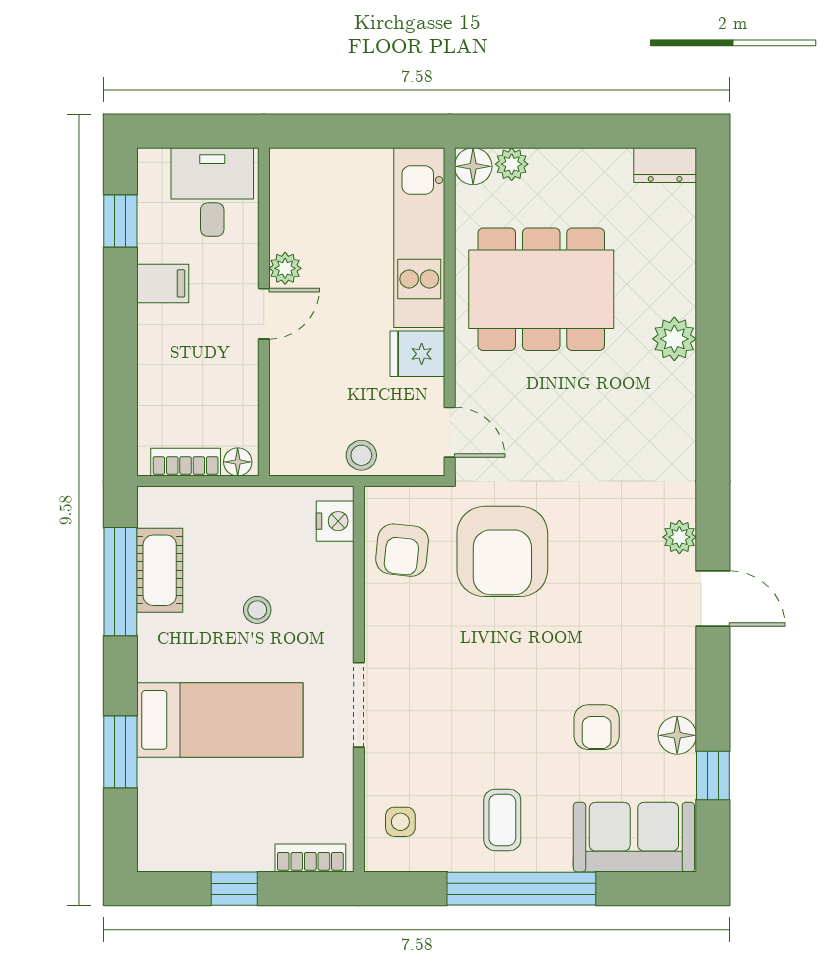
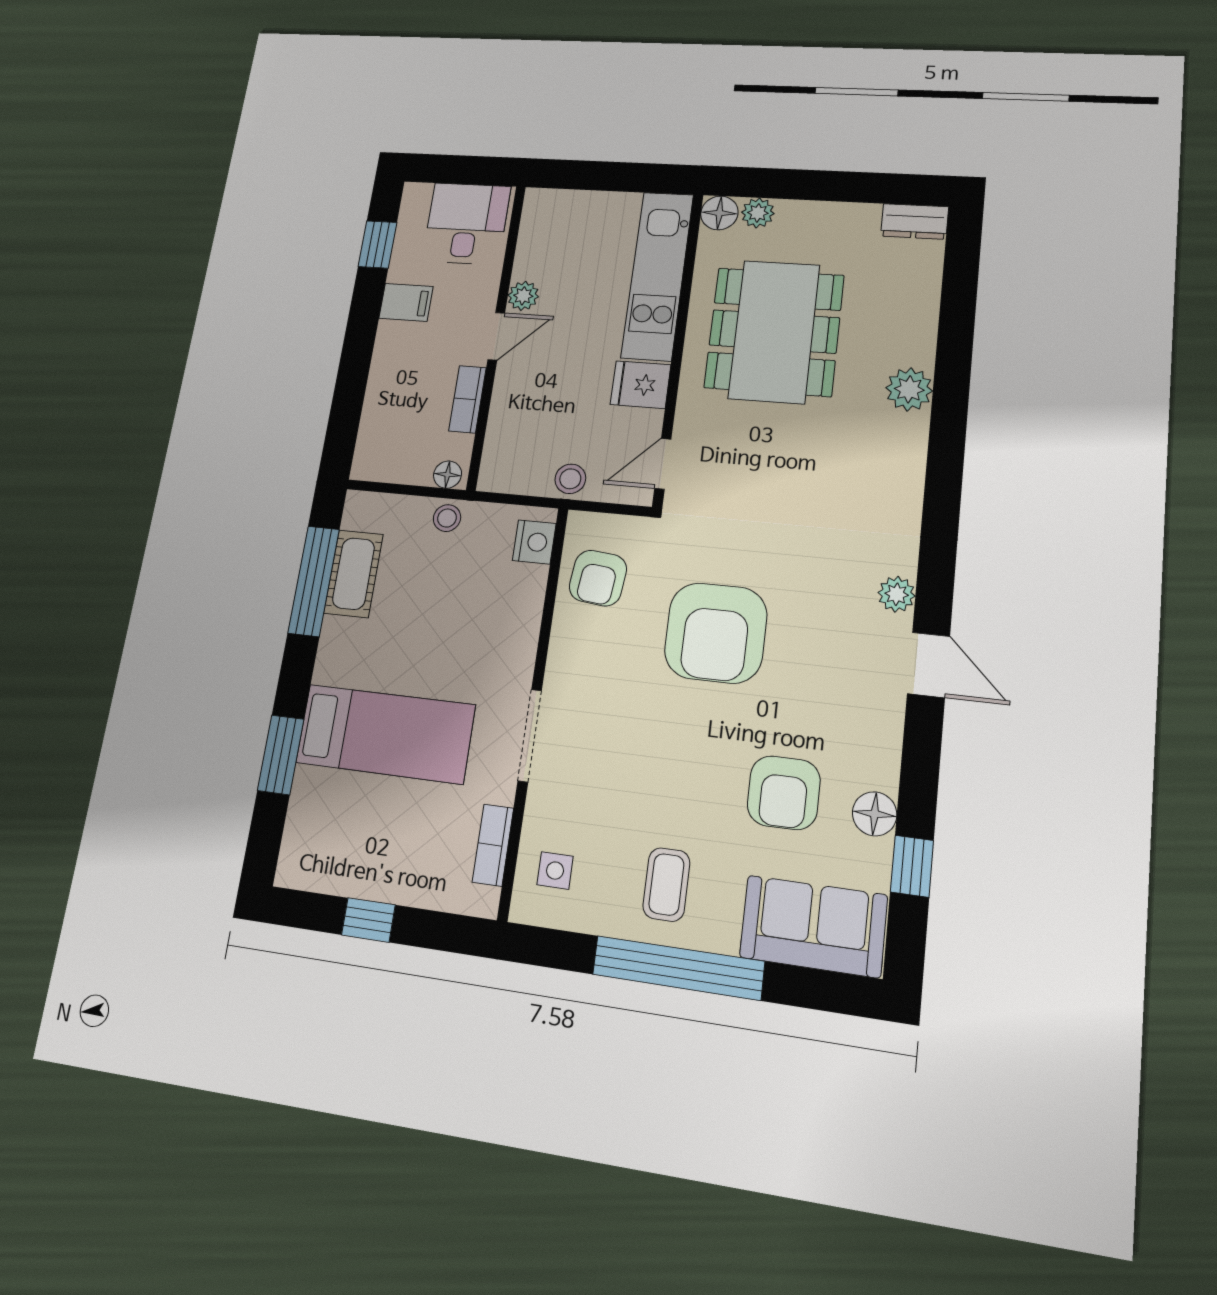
dining table: (541, 289) -> (774, 331), turned 90
door: (450, 432) -> (663, 464), swing flipped
bookcase: (186, 462) -> (467, 399), moved, turned -90
armchair: (502, 551) -> (716, 633), moved
stool: (257, 610) -> (447, 518), moved
armchair: (597, 727) -> (784, 793), width x1.38, depth x1.38
bookcase: (310, 858) -> (493, 845), moved, turned -90

